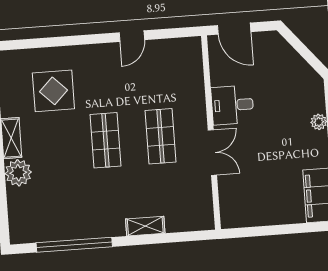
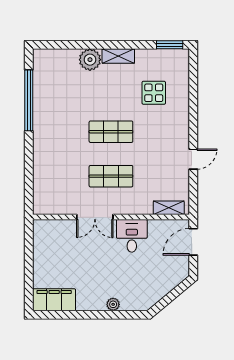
door: (132, 36) -> (193, 159), swing flipped
display table: (53, 91) -> (154, 93), width x0.73, depth x0.73
shelving: (145, 226) -> (169, 208), moved, turned 90

